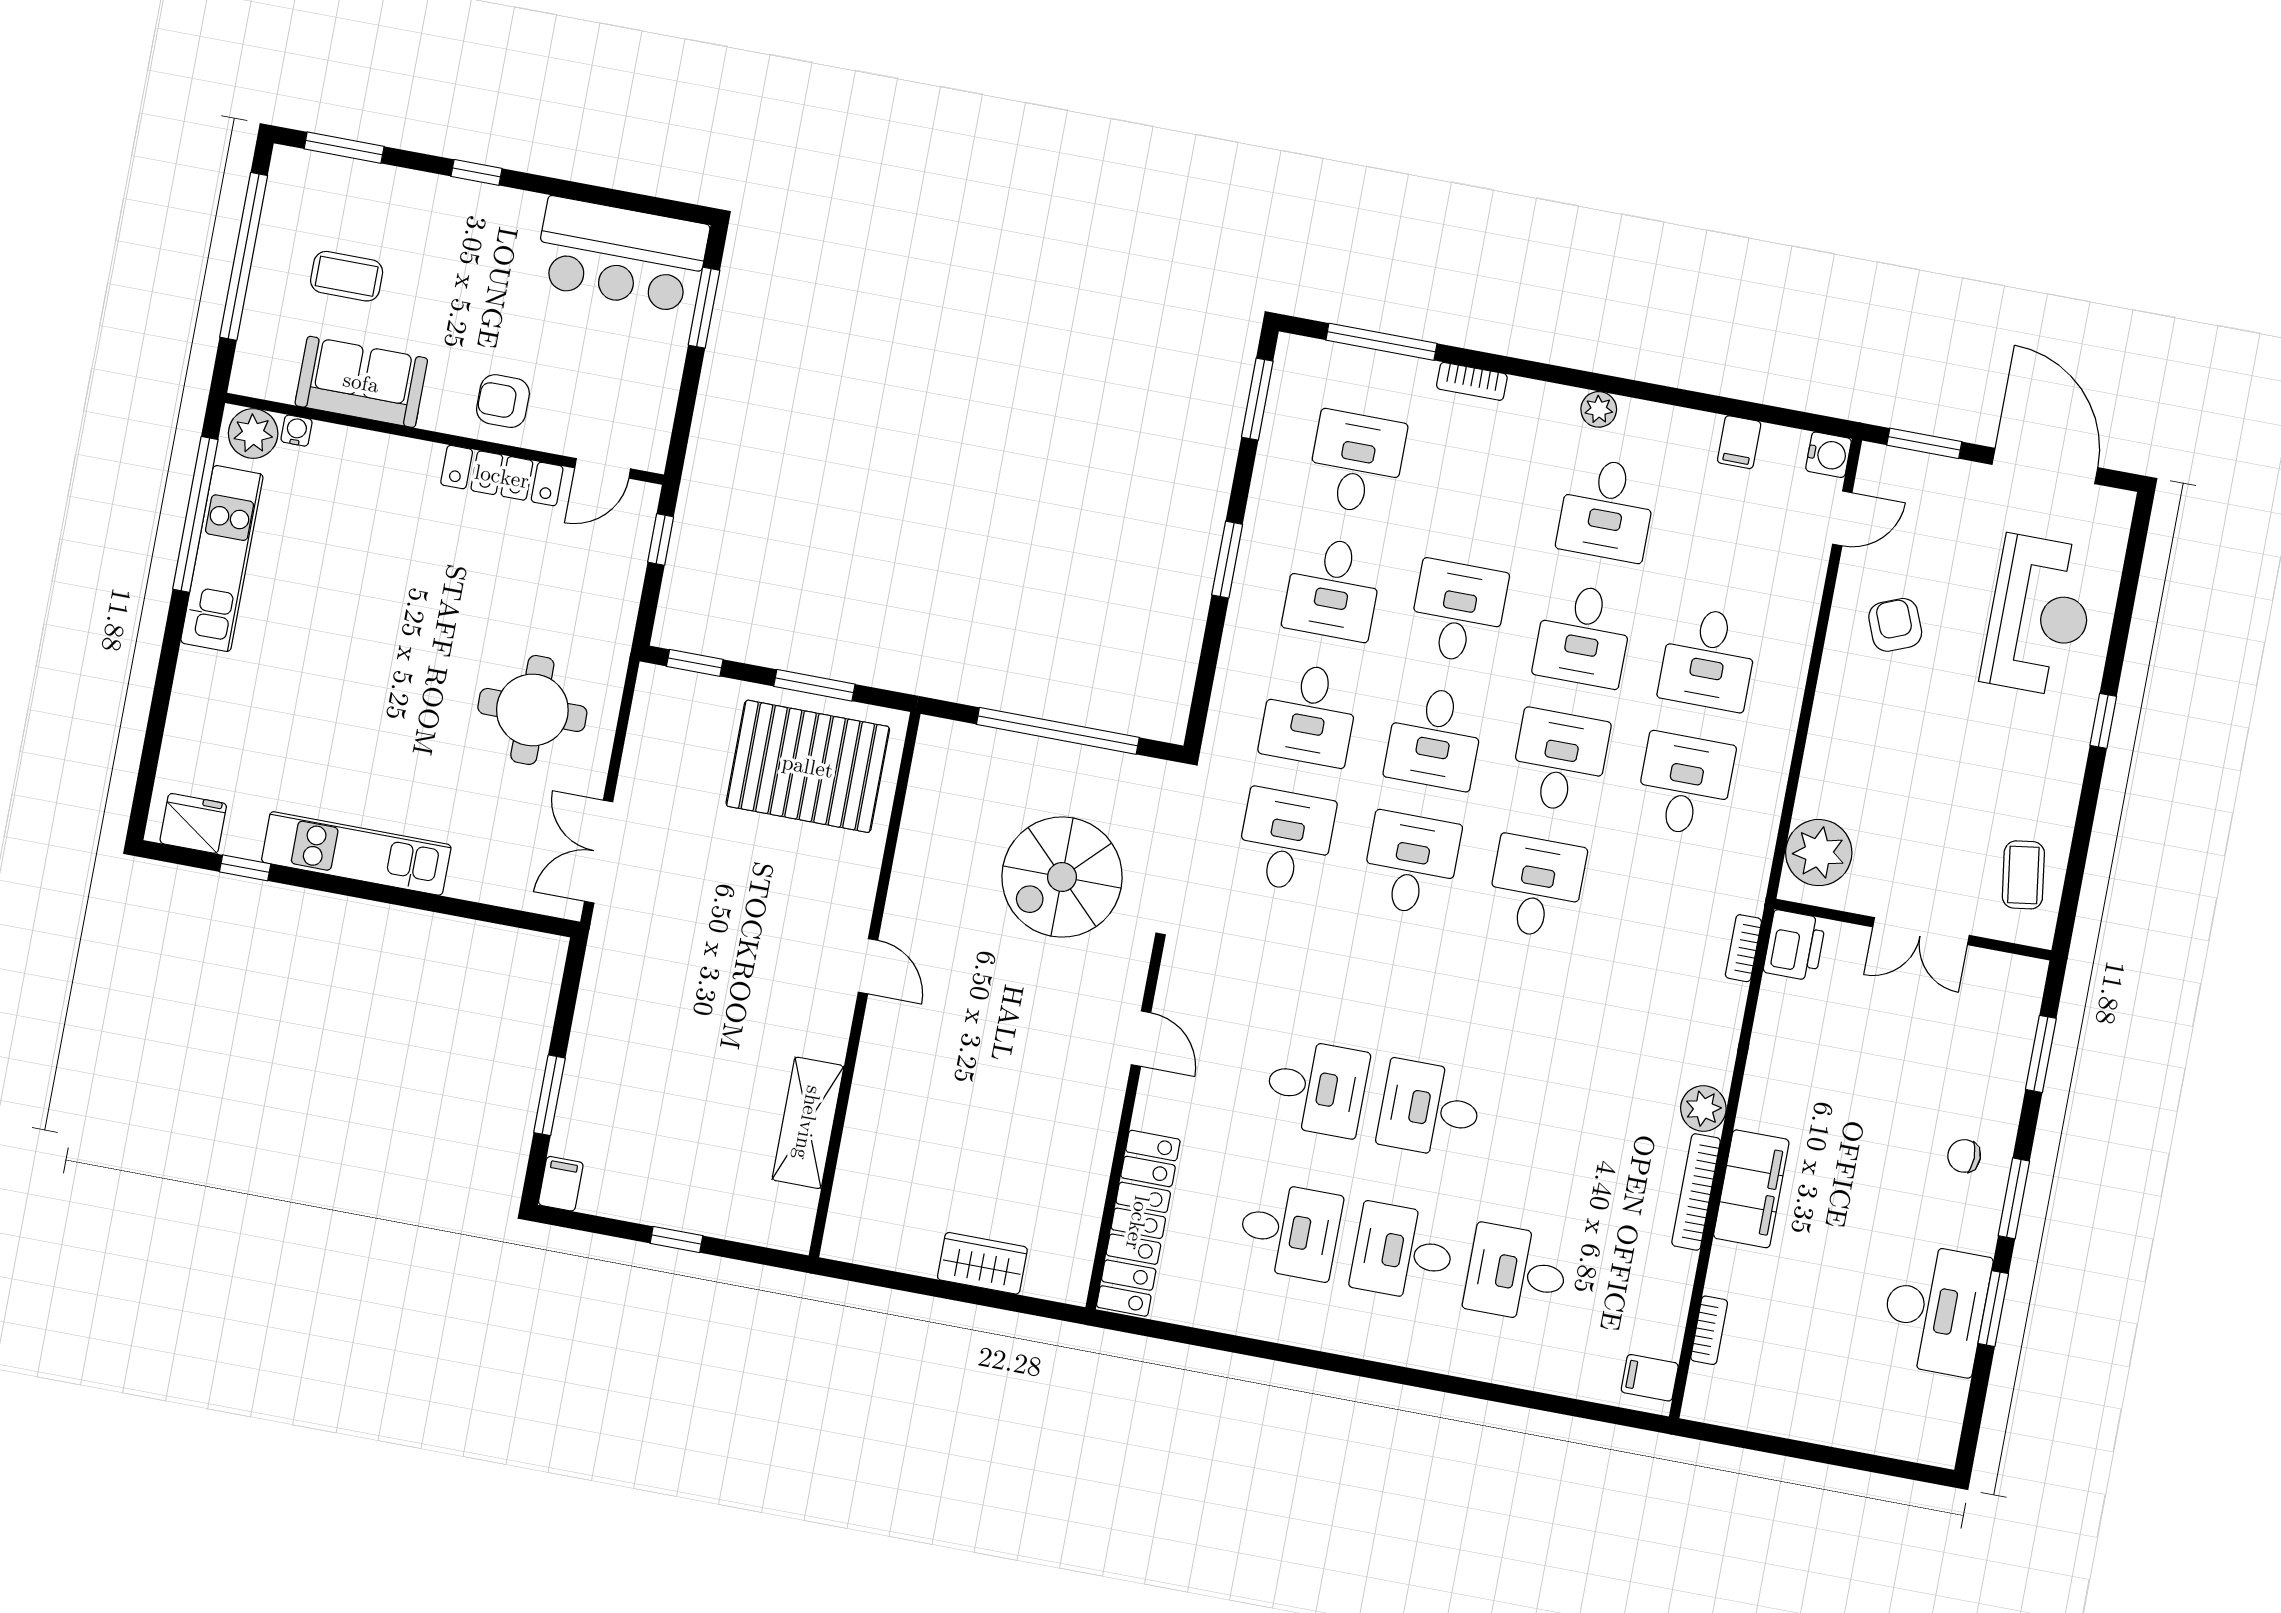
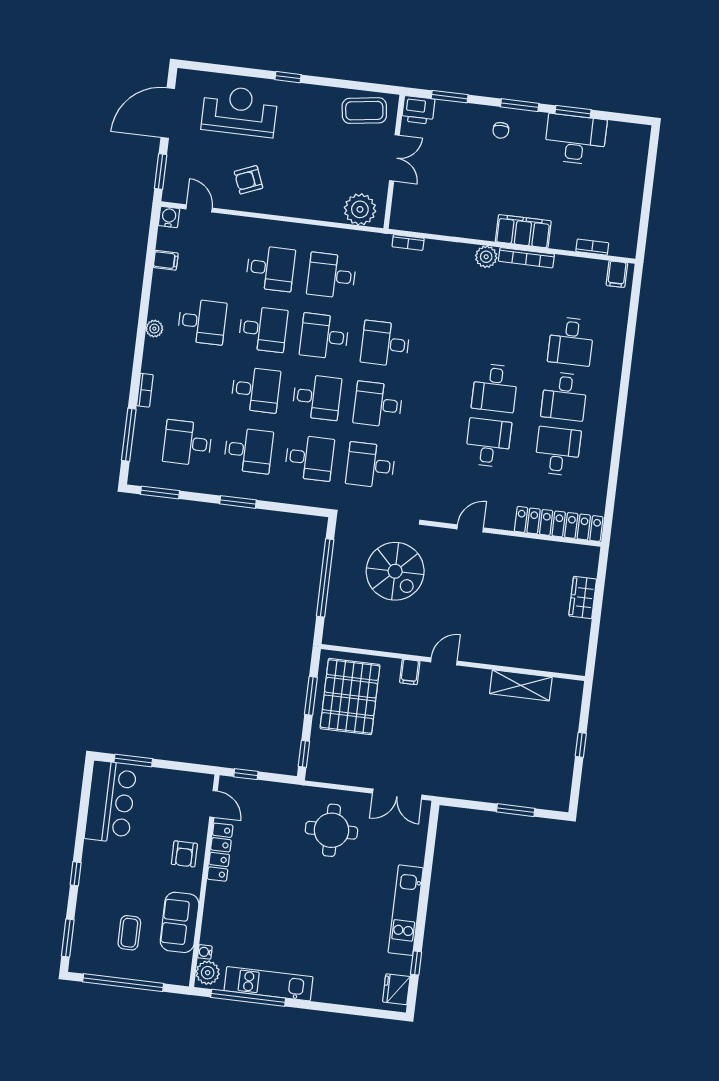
desk: (1458, 612) -> (256, 390), turned 180
coffee table: (2023, 875) -> (364, 111), width x1.36, depth x1.30
printer: (1795, 945) -> (418, 110), moved, turned 180
filing cabinet: (561, 1184) -> (410, 672), moved, turned -90

